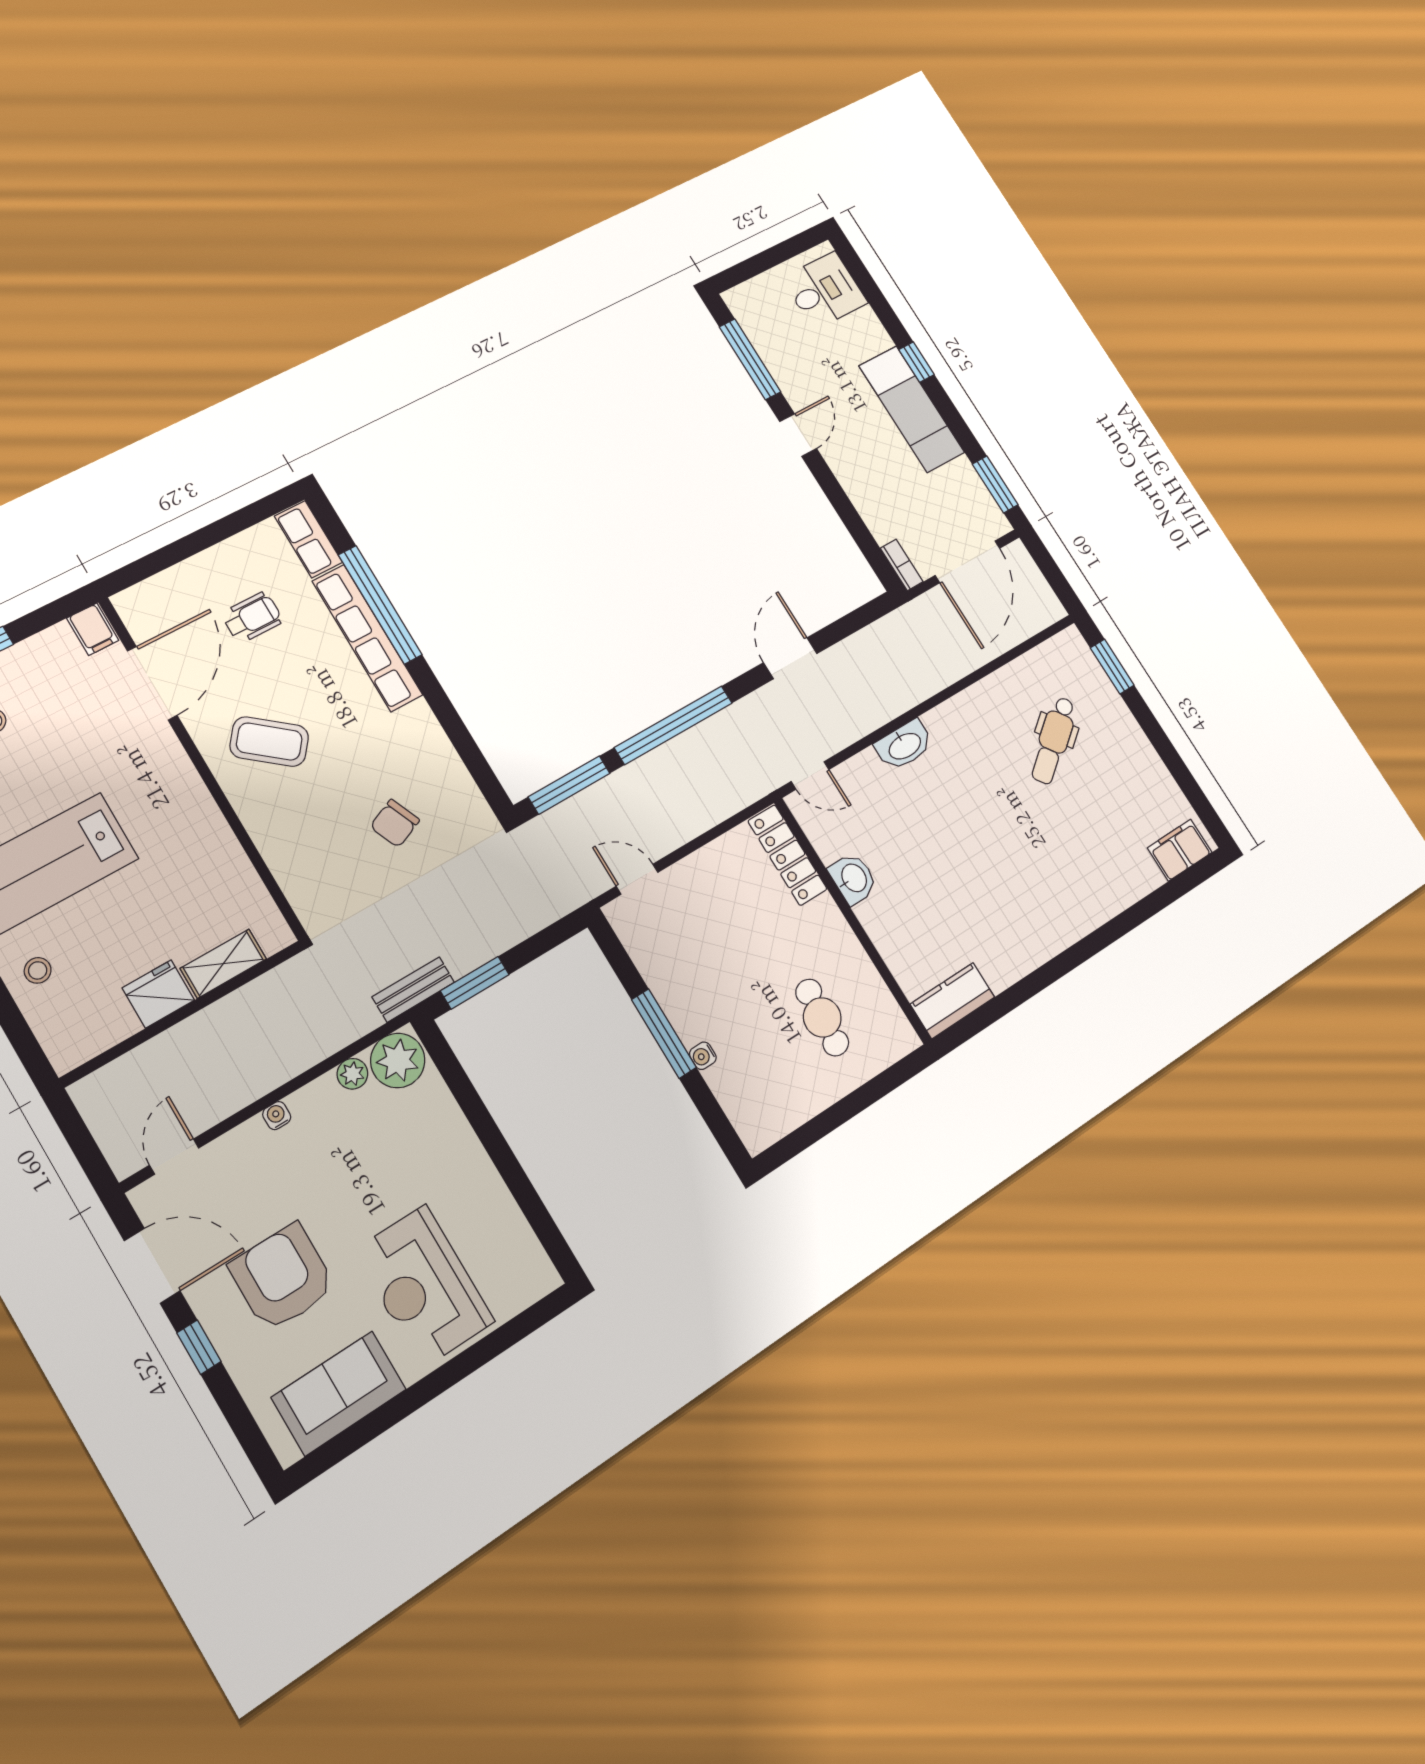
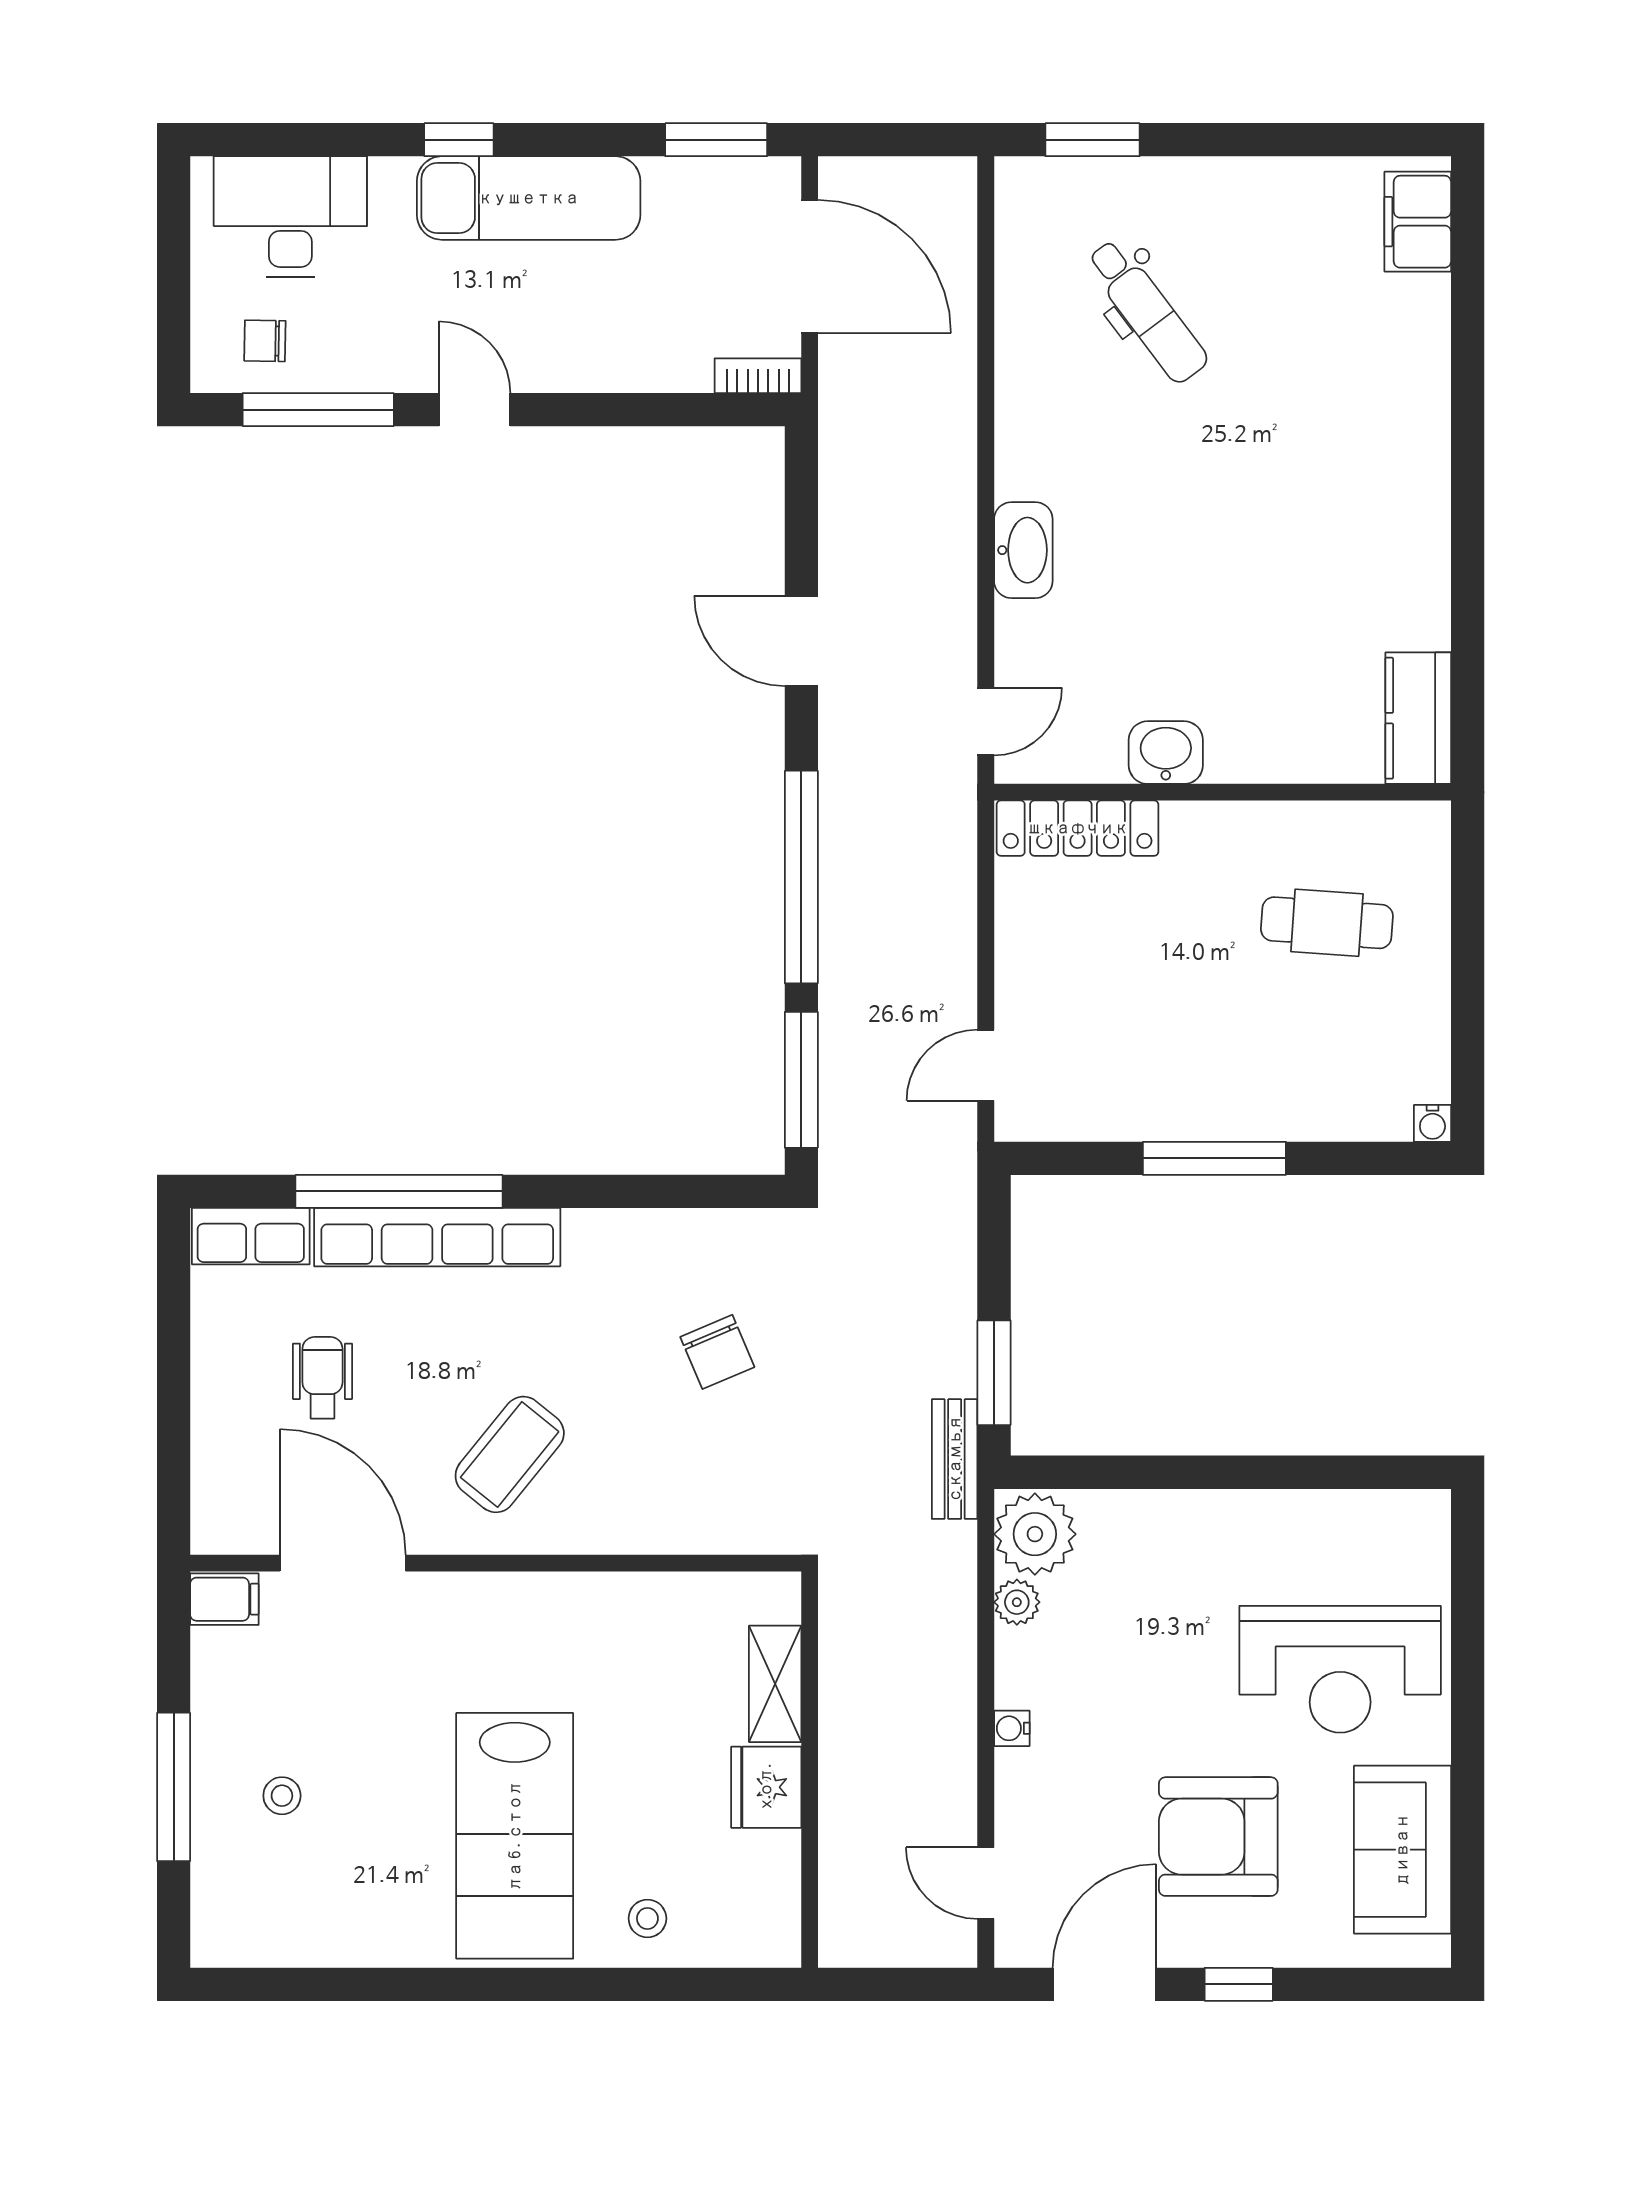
desk: (825, 291) -> (290, 216), width x1.37
chair: (766, 317) -> (265, 341), added
water cooler: (703, 1056) -> (1432, 1123), moved

